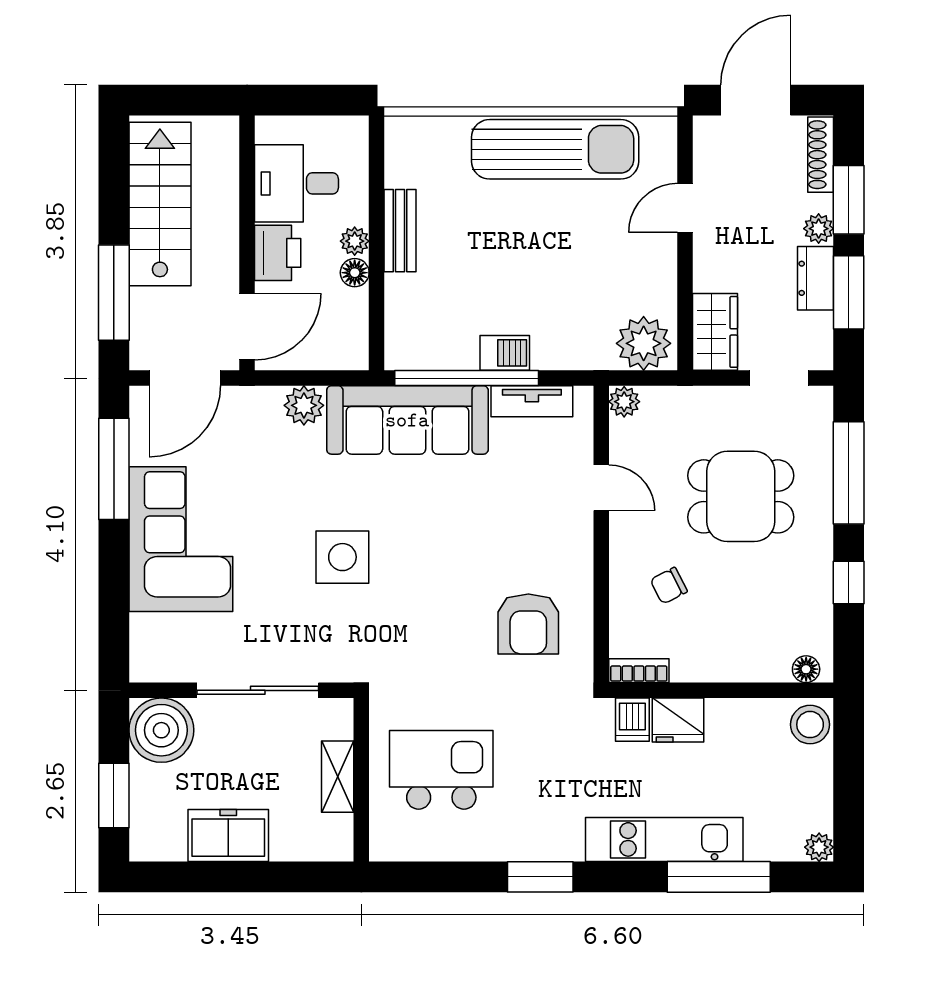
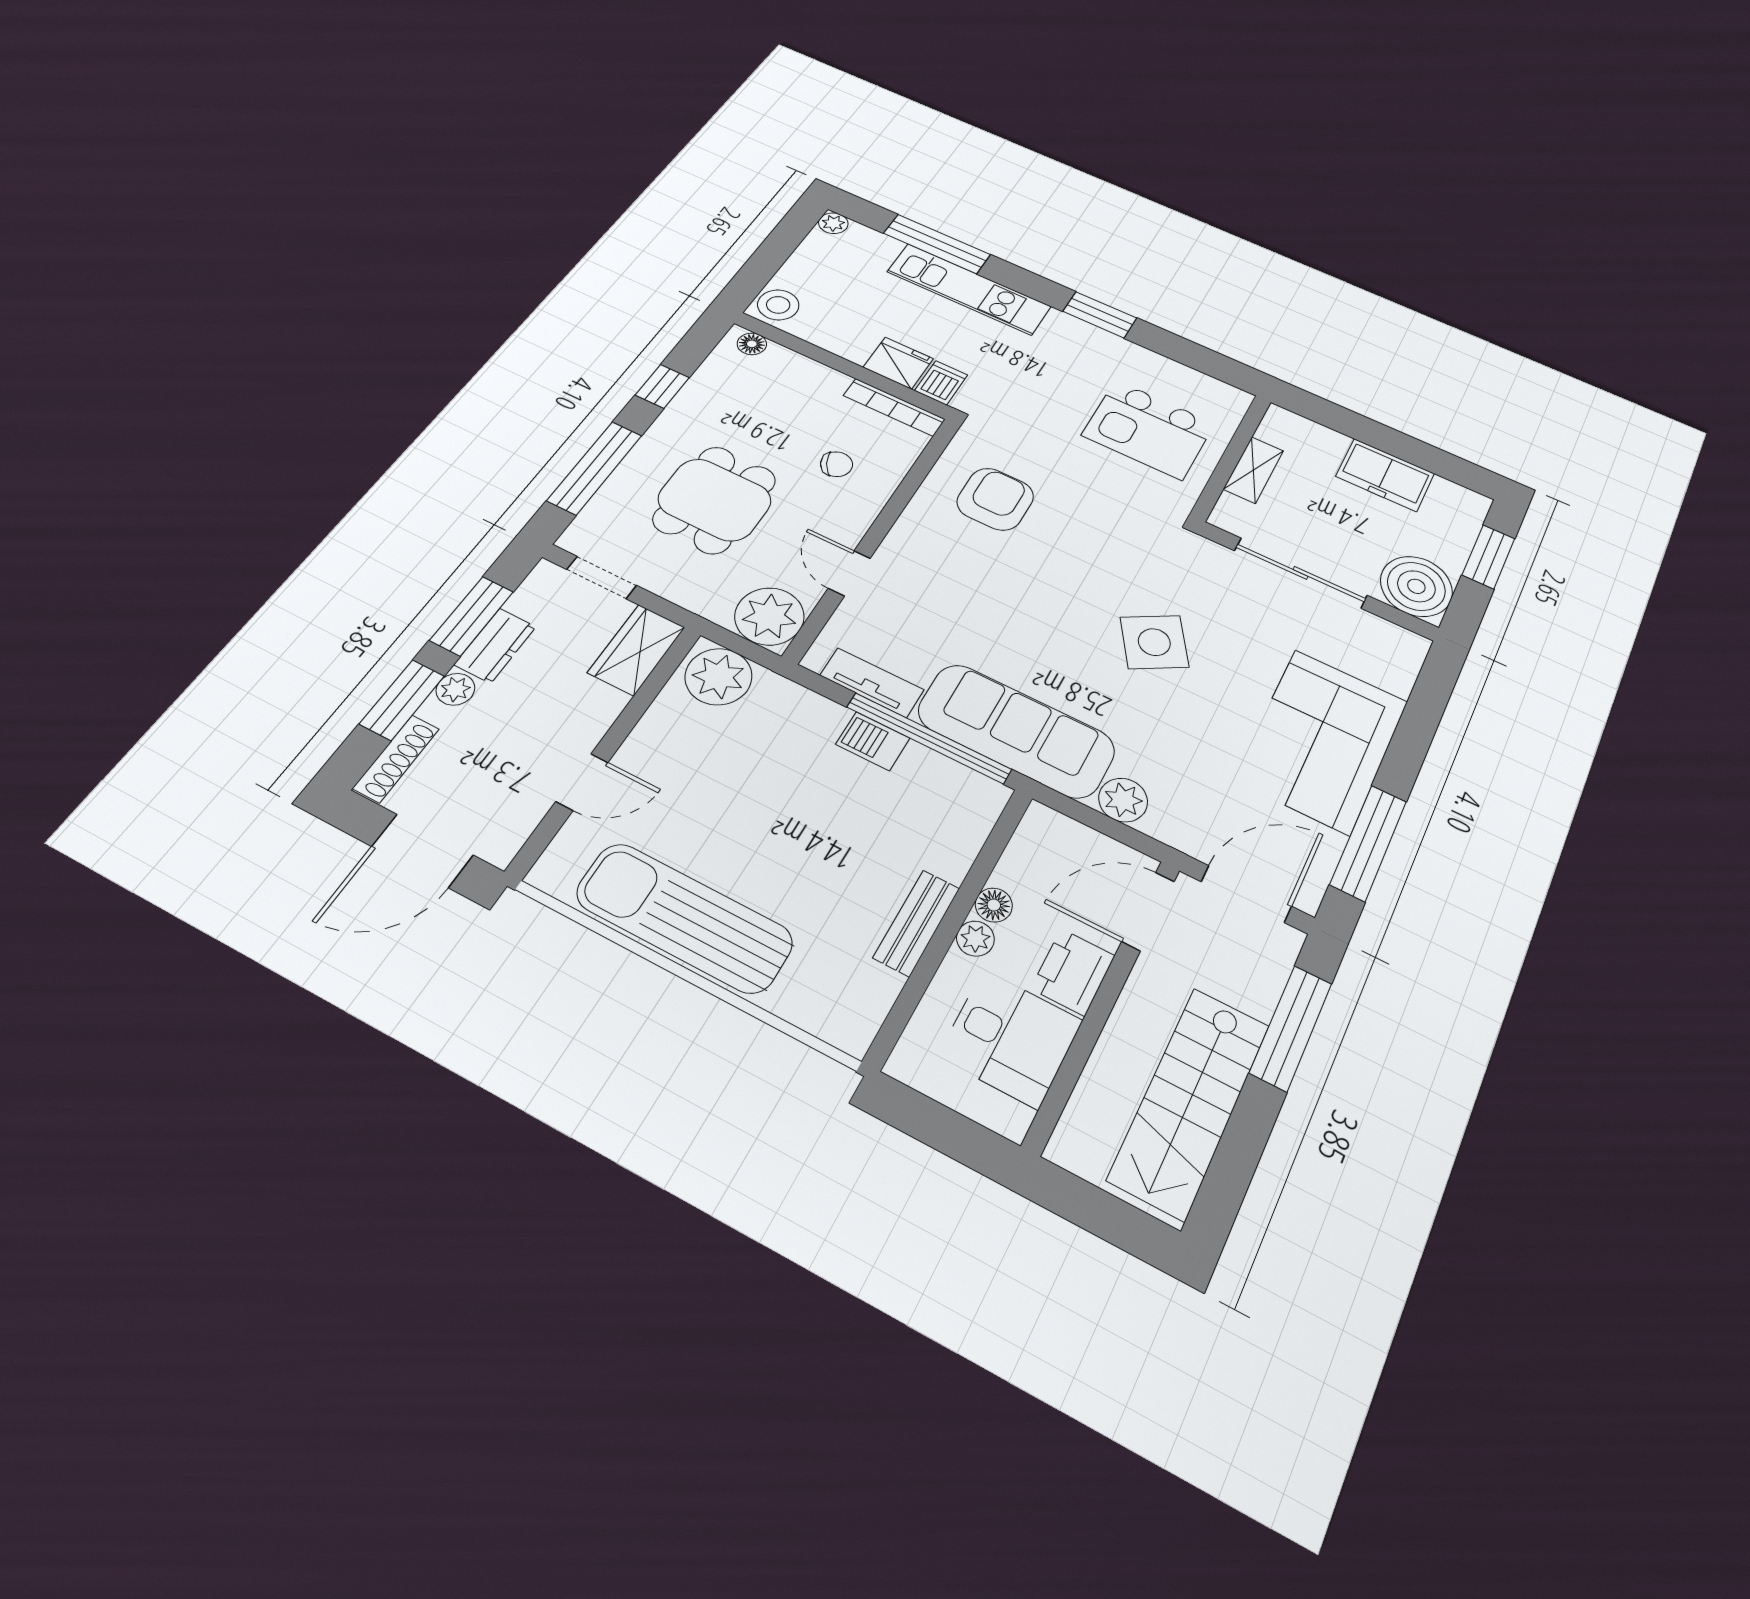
plant: (624, 402) -> (769, 616), width x1.87, depth x1.87
dining table: (741, 496) -> (715, 500), turned 90
side table: (342, 557) -> (1154, 642), turned -32
bookcase: (639, 671) -> (894, 407), width x1.56

